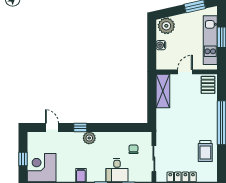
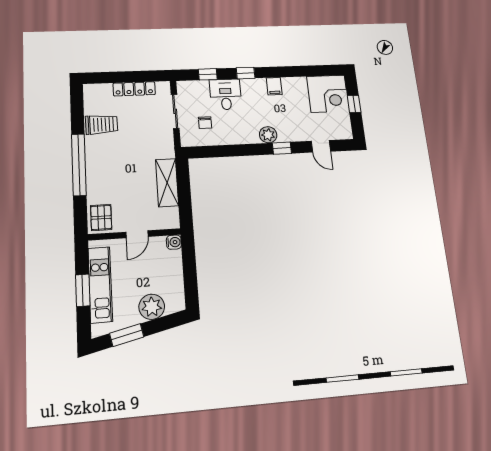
plant: (166, 26) -> (152, 307), moved
water cooler: (161, 45) -> (174, 242), moved
shelving: (163, 91) -> (167, 183), moved
trolley: (205, 151) -> (102, 125), turned 89

